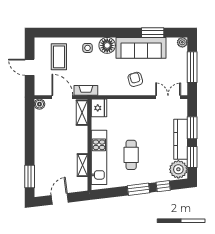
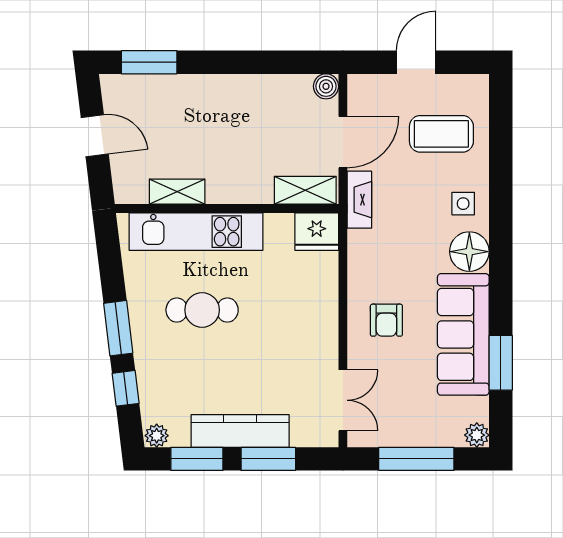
armchair: (135, 79) -> (386, 320), turned 106
plant: (178, 169) -> (157, 436), width x0.53, depth x0.53

